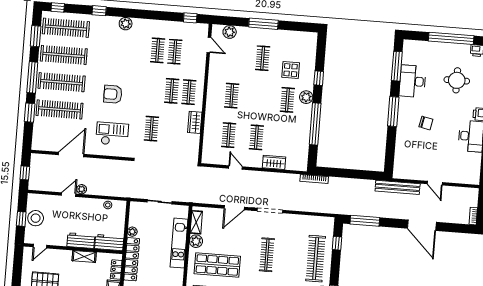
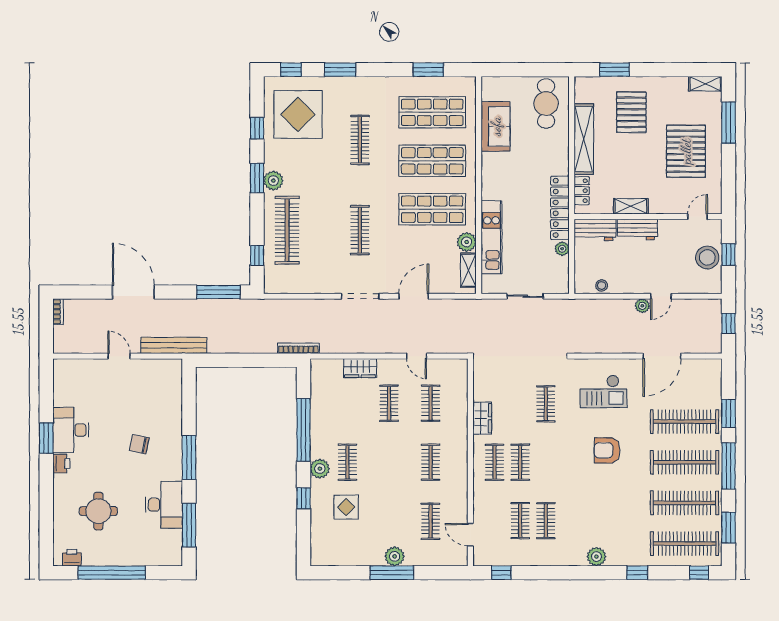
plant: (230, 32) -> (395, 556), moved
clothes rail: (263, 58) -> (431, 521), moved
armchair: (113, 94) -> (607, 450), turned 180

